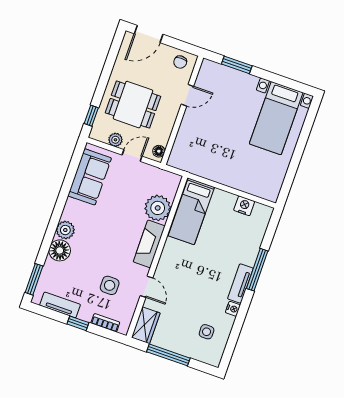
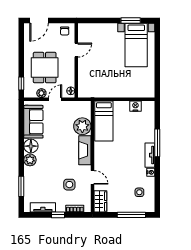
window: (237, 65) -> (131, 21), moved
dining table: (133, 105) -> (45, 68), turned 90
floor lamp: (60, 250) -> (31, 146), moved
window: (34, 279) -> (21, 186), moved
window: (168, 355) -> (131, 215), moved

